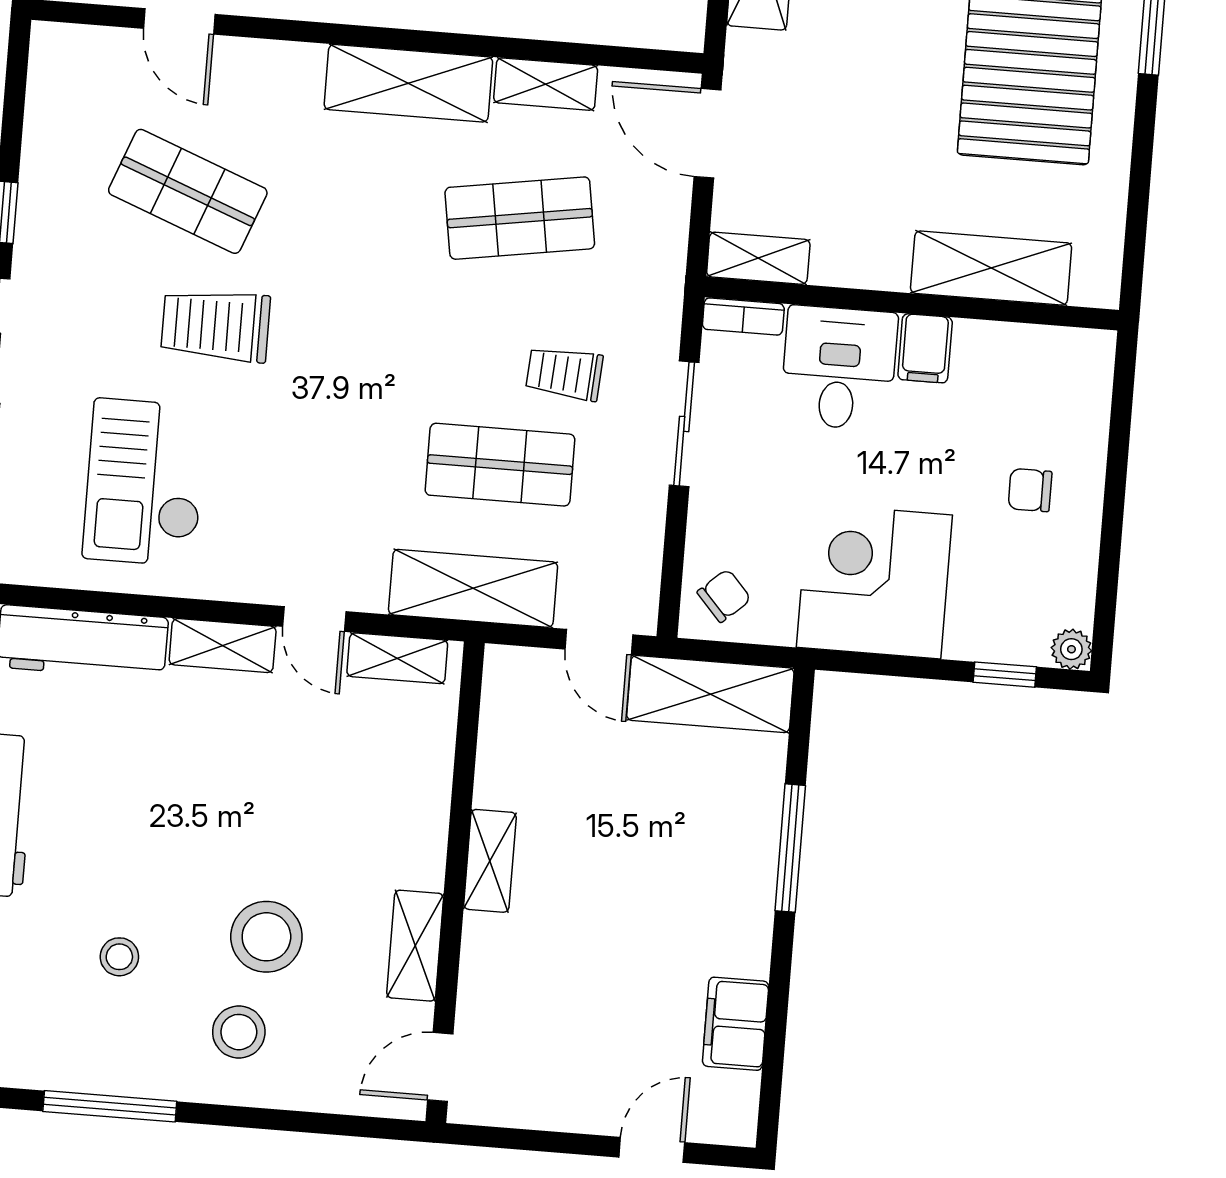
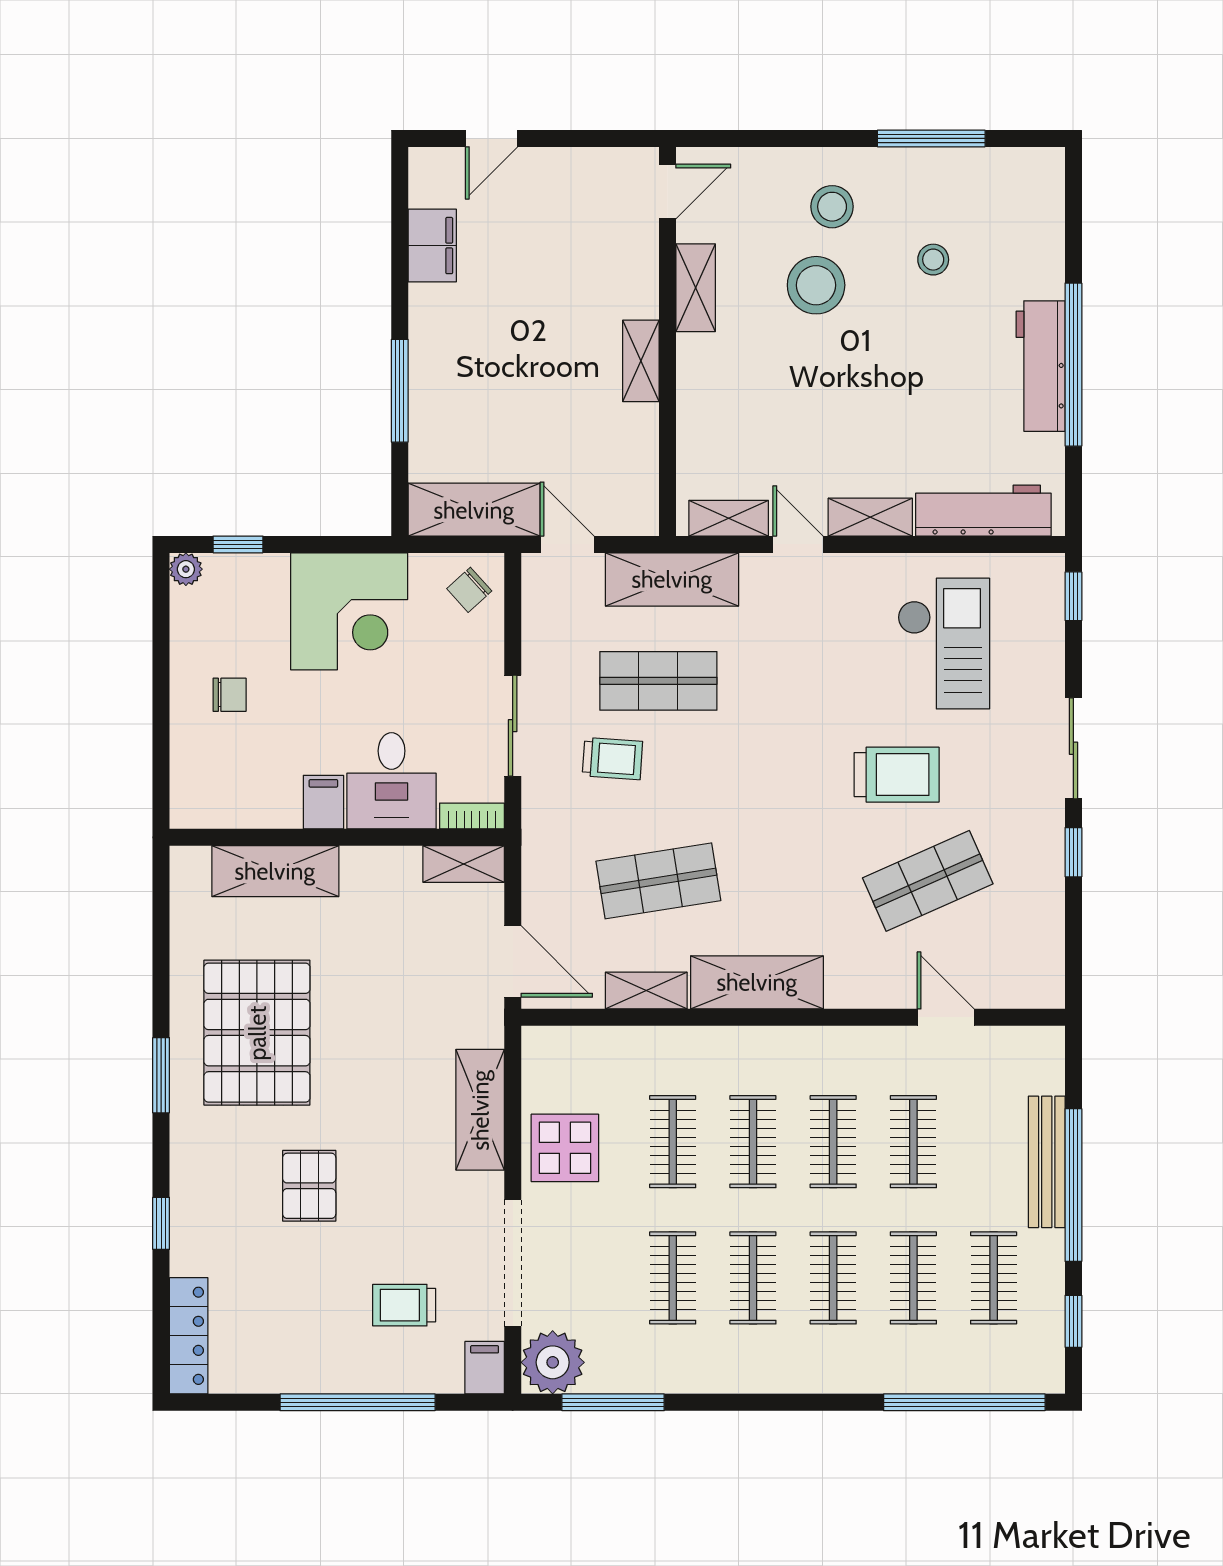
shop shelf: (188, 191) -> (928, 881), turned -45

